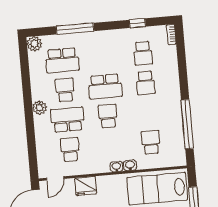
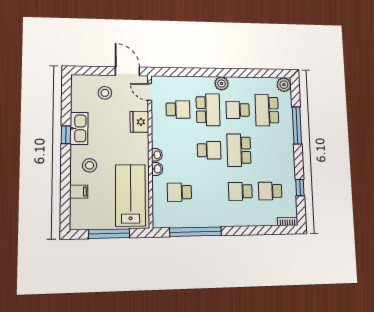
school desk: (65, 90) -> (238, 110), turned 180
school desk: (151, 142) -> (179, 192), turned 180

